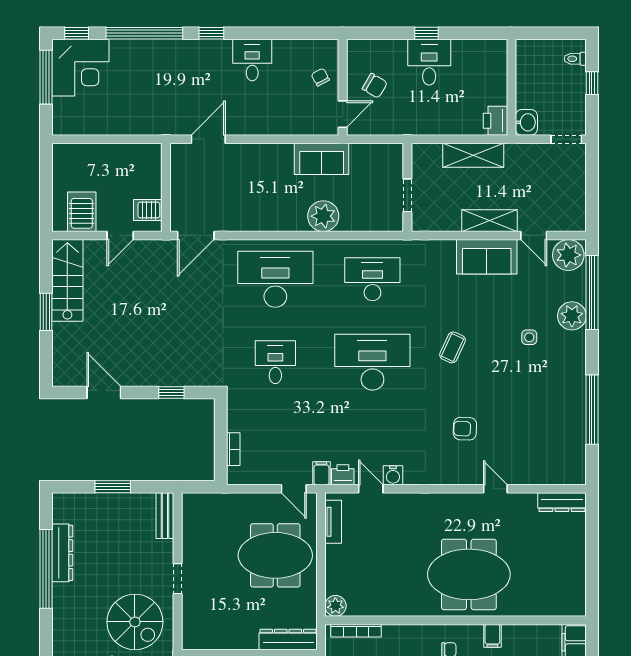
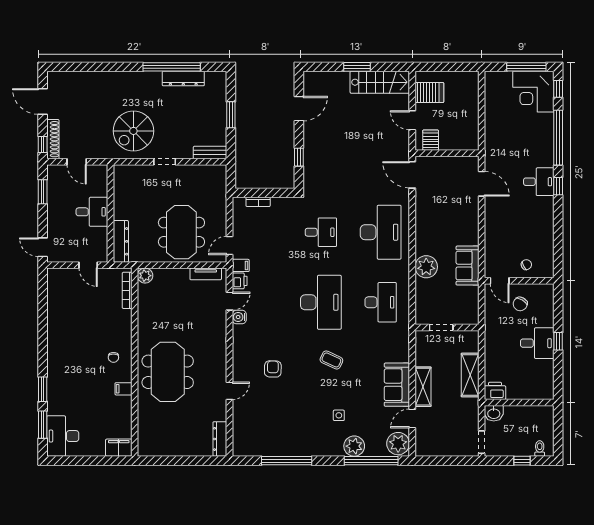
desk: (252, 60) -> (539, 182), moved

